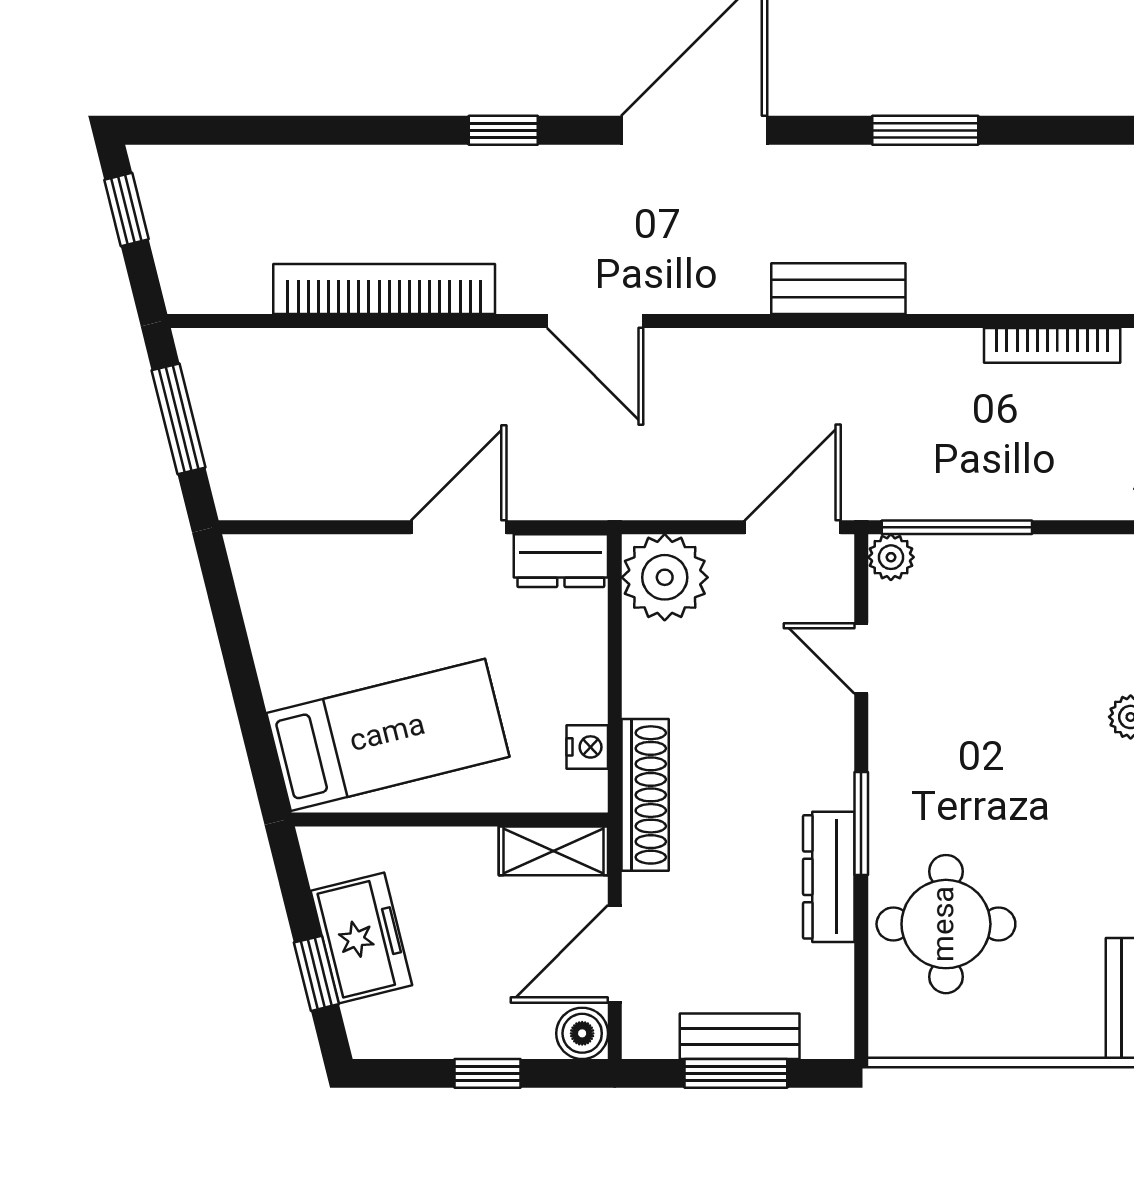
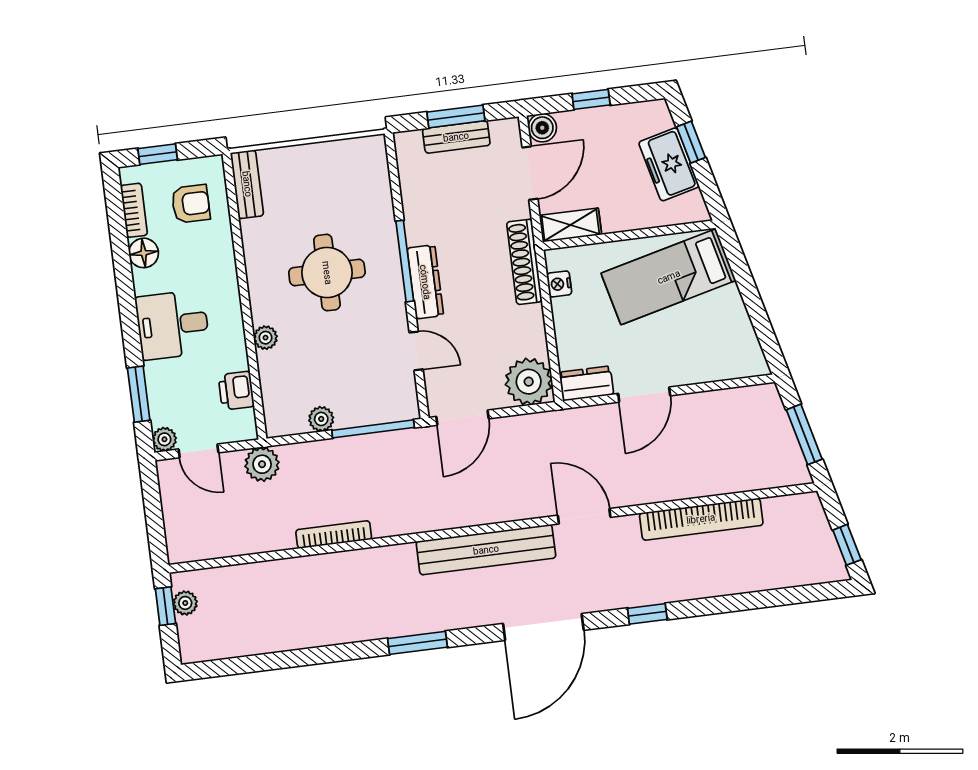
bench: (838, 289) -> (486, 550), width x1.86, depth x1.21
plant: (891, 557) -> (321, 419), moved
window: (861, 824) -> (405, 261), width x1.44
dresser: (829, 877) -> (425, 282), moved
round table: (946, 924) -> (327, 273), moved

